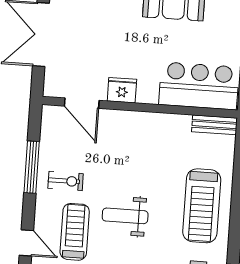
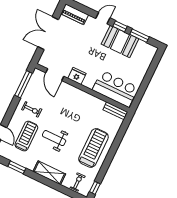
window: (32, 167) -> (24, 84), moved
treadmill: (202, 206) -> (93, 148), turned 180

